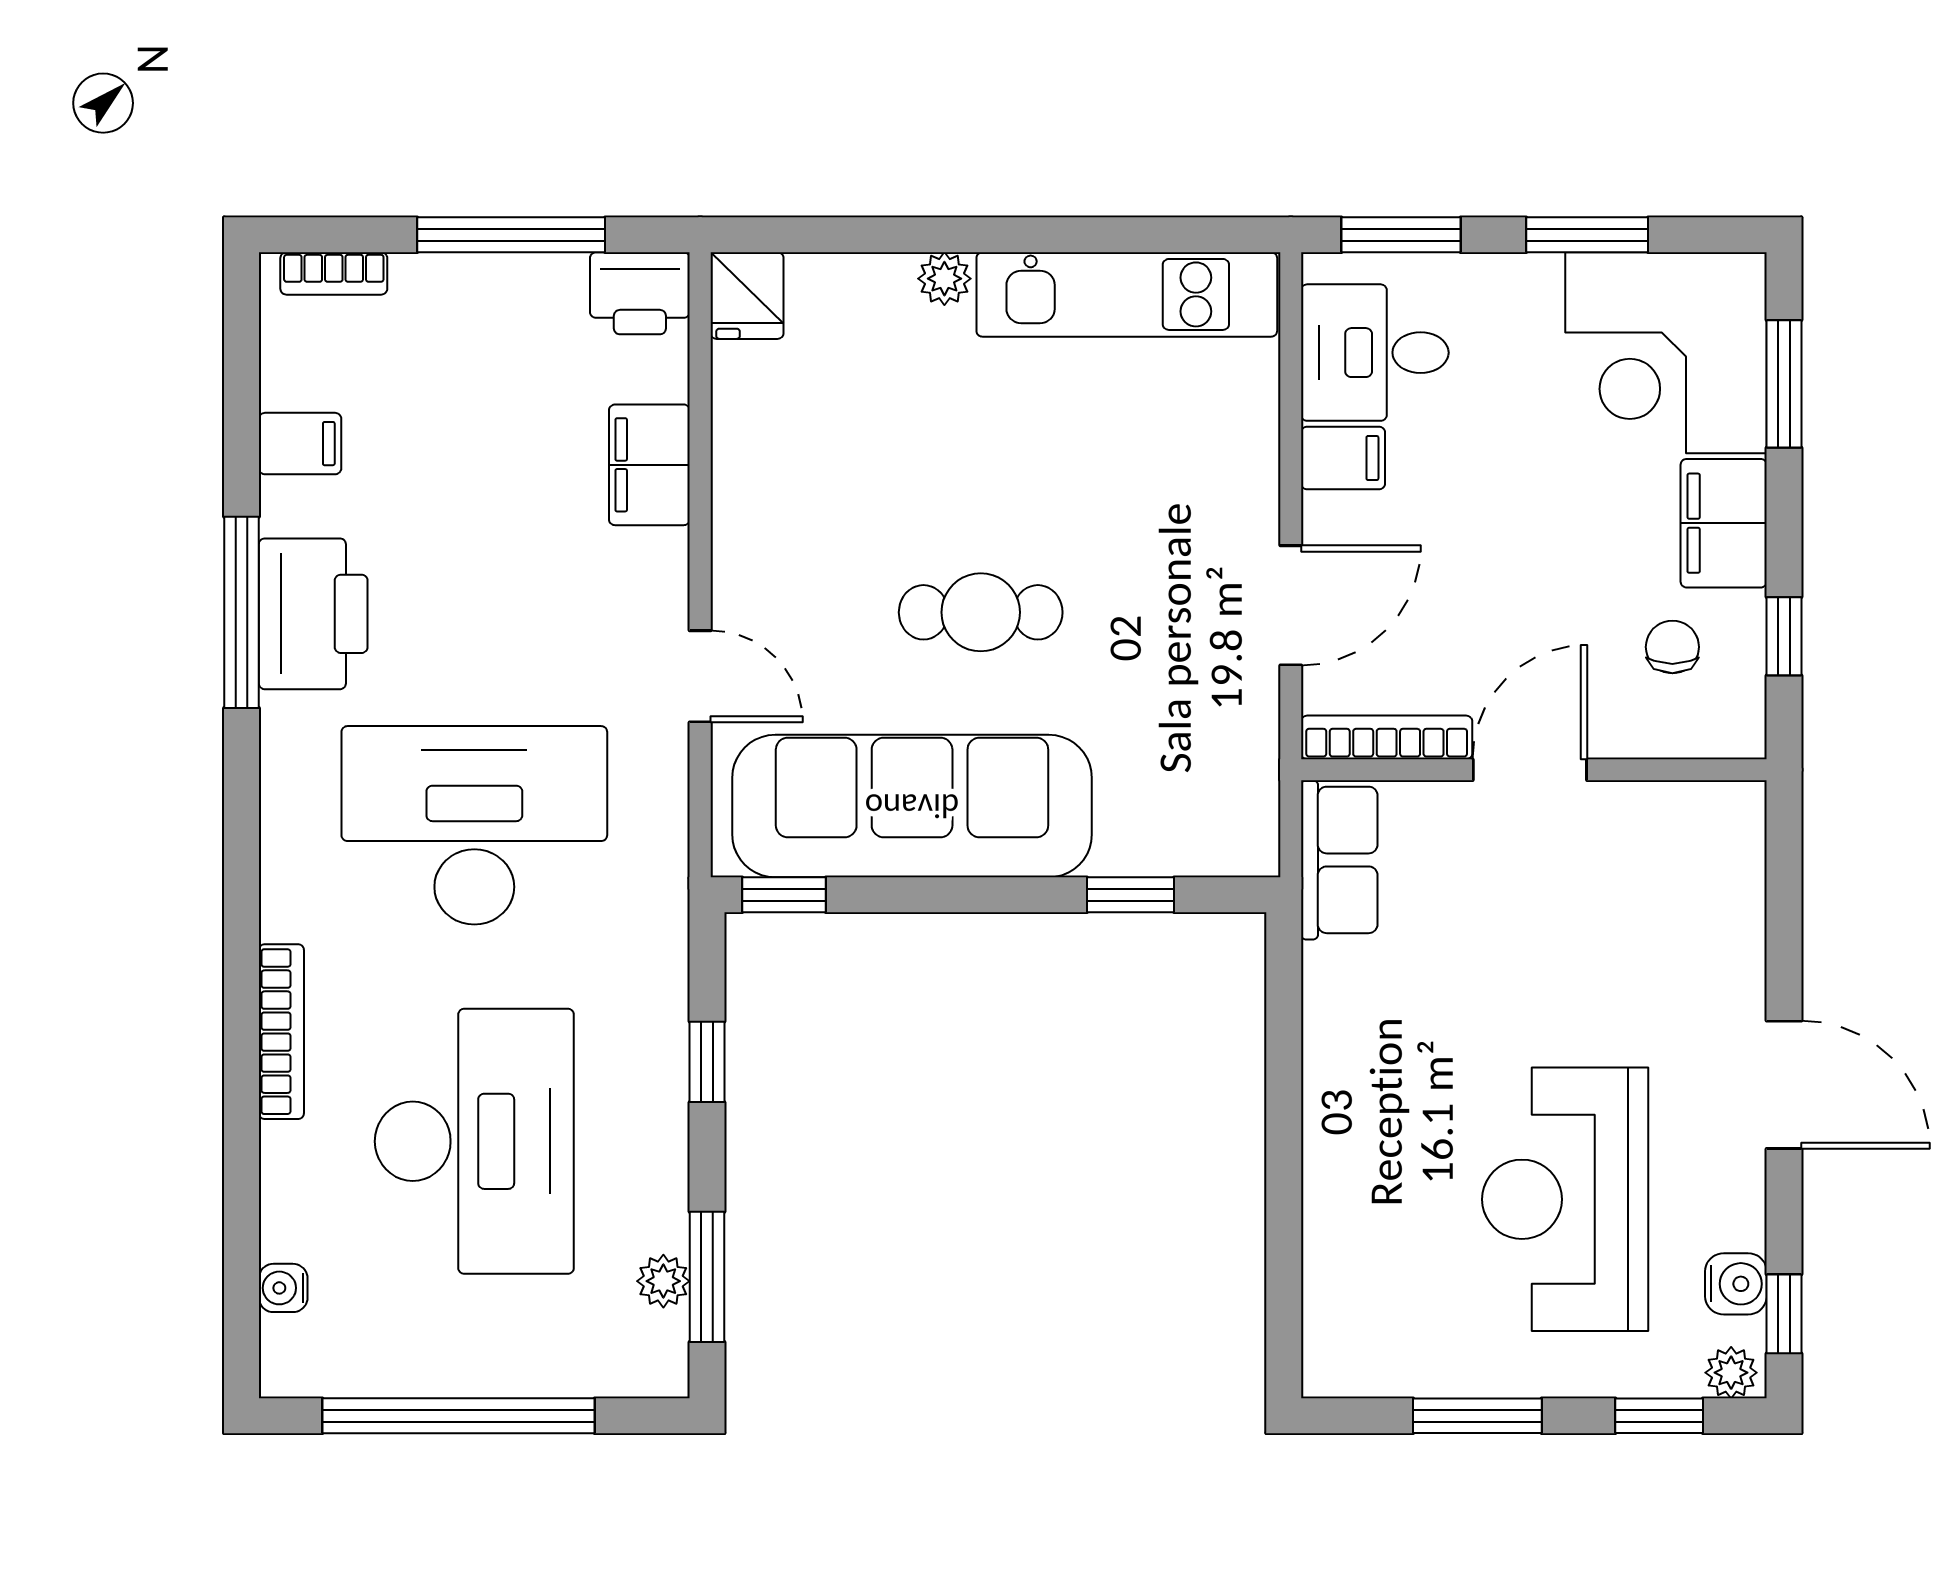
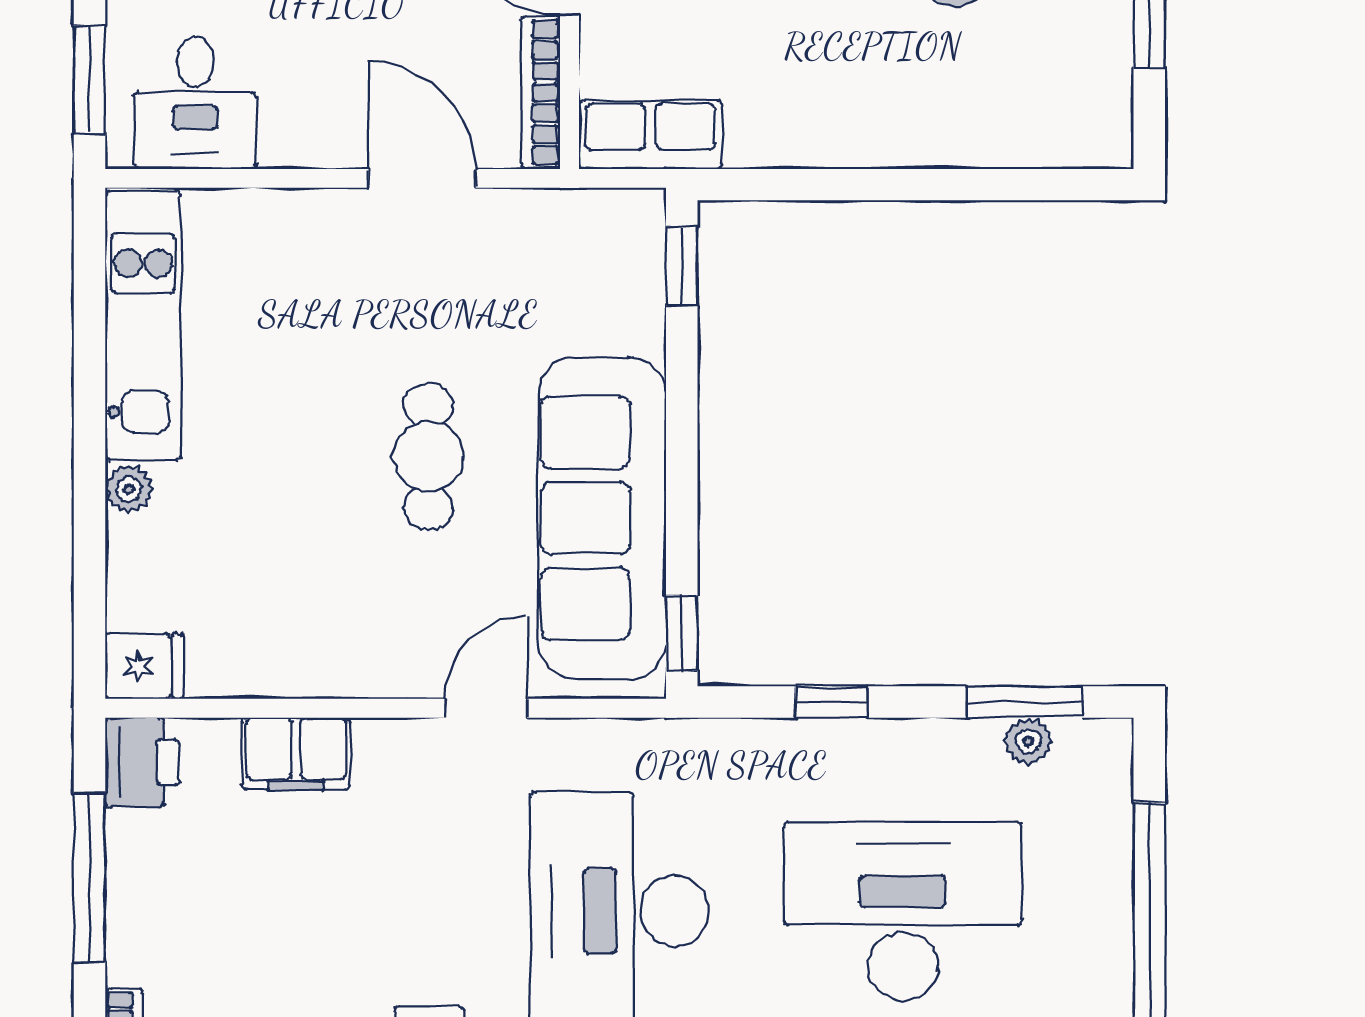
filing cabinet: (1343, 458) -> (290, 131), removed
window: (1130, 895) -> (682, 266), moved

